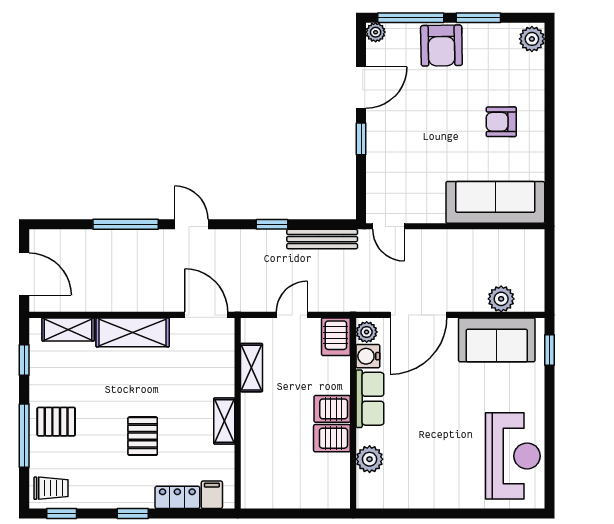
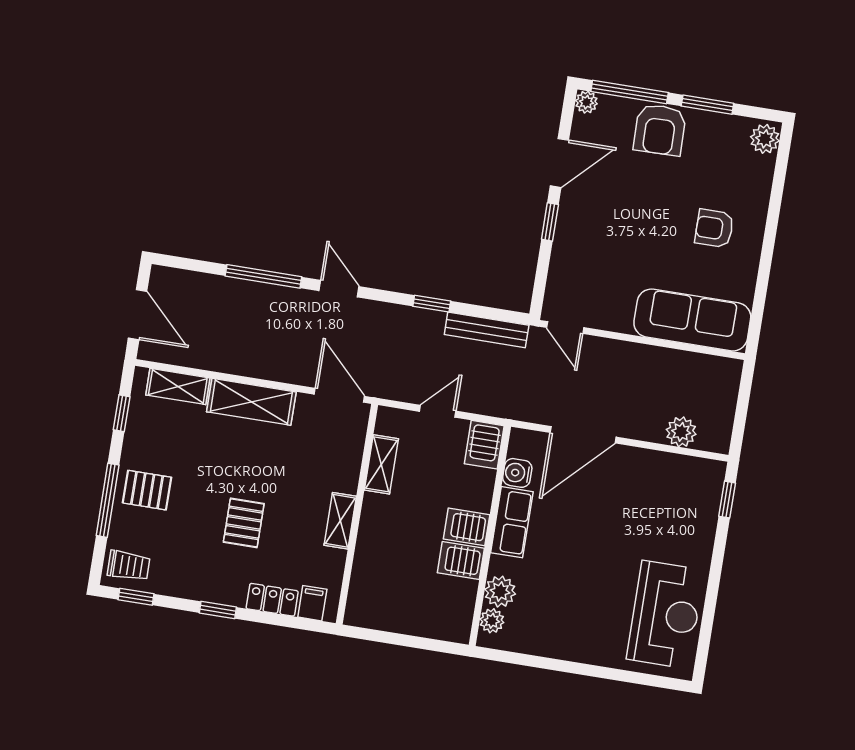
plant: (367, 332) -> (492, 621), moved
sofa: (497, 340) -> (668, 478), removed

